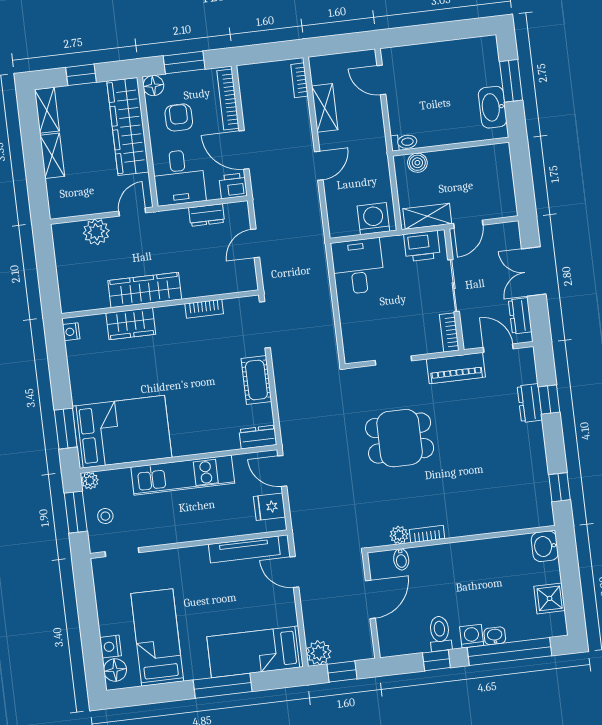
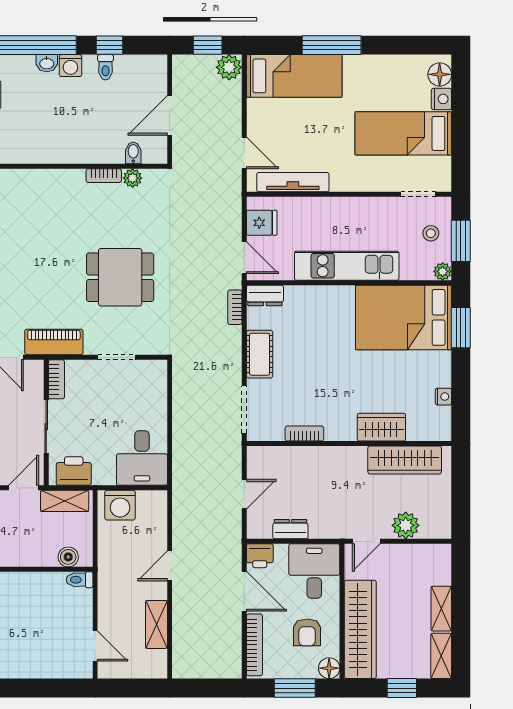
bookcase: (299, 80) -> (235, 307), moved, turned 180
wardrobe: (145, 290) -> (405, 460), moved
nightstand: (71, 332) -> (443, 397), moved
toilet: (440, 633) -> (105, 67), width x0.73, depth x0.72
bed: (157, 637) -> (403, 133), moved, turned 90

